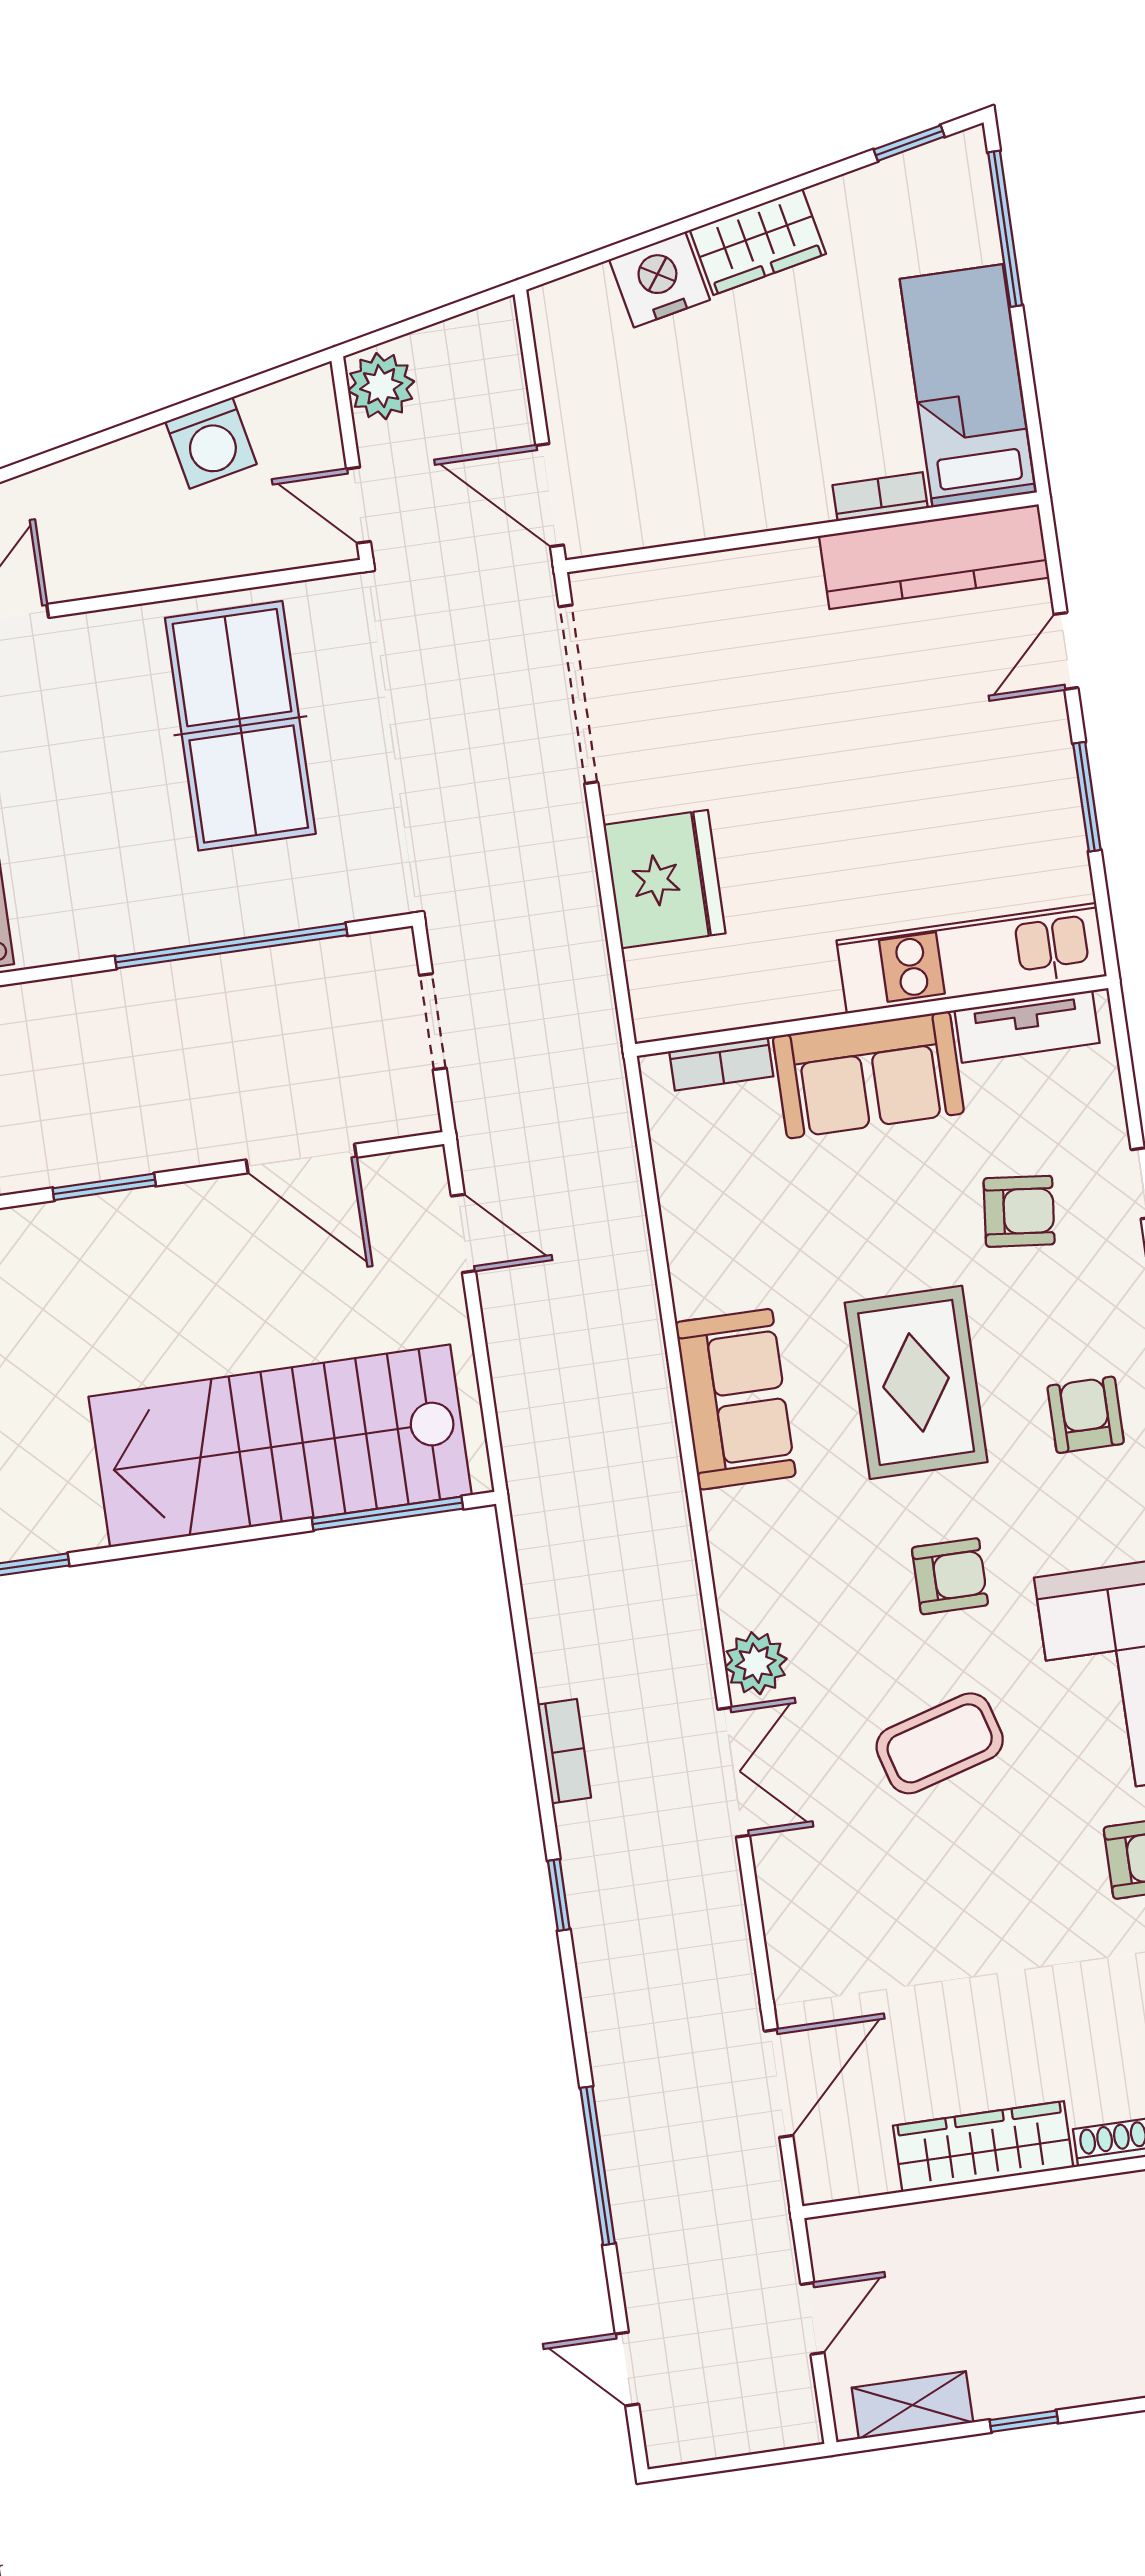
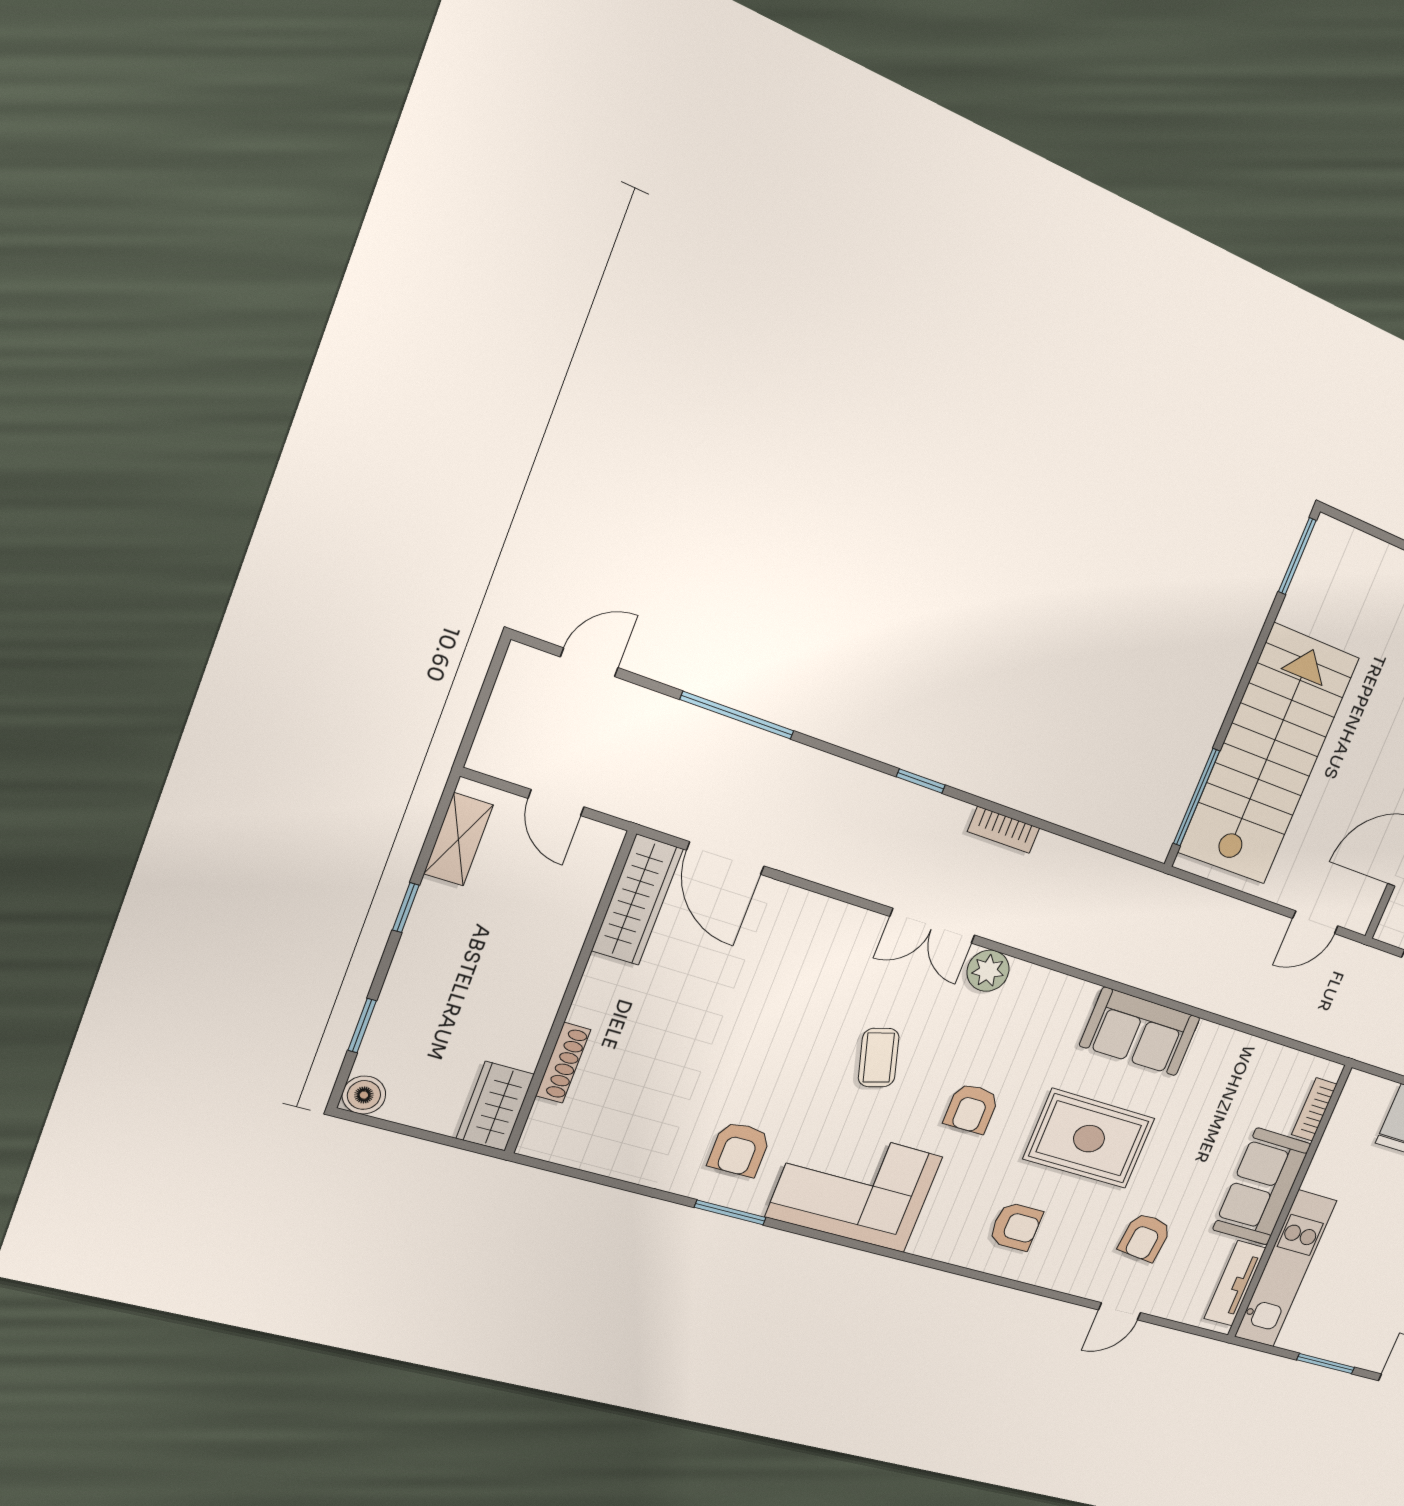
coffee table: (940, 1743) -> (879, 1058), width x0.73, depth x0.77
wardrobe: (983, 2146) -> (637, 900), moved

